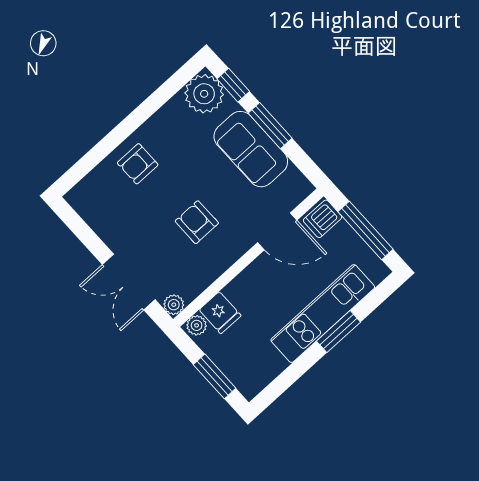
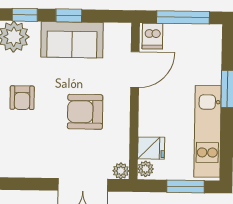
window: (270, 126) -> (69, 16), width x0.67
armchair: (138, 164) -> (22, 98), moved
armchair: (197, 222) -> (85, 112), width x1.38, depth x1.38
kitchen unit: (323, 314) -> (208, 131), moved

